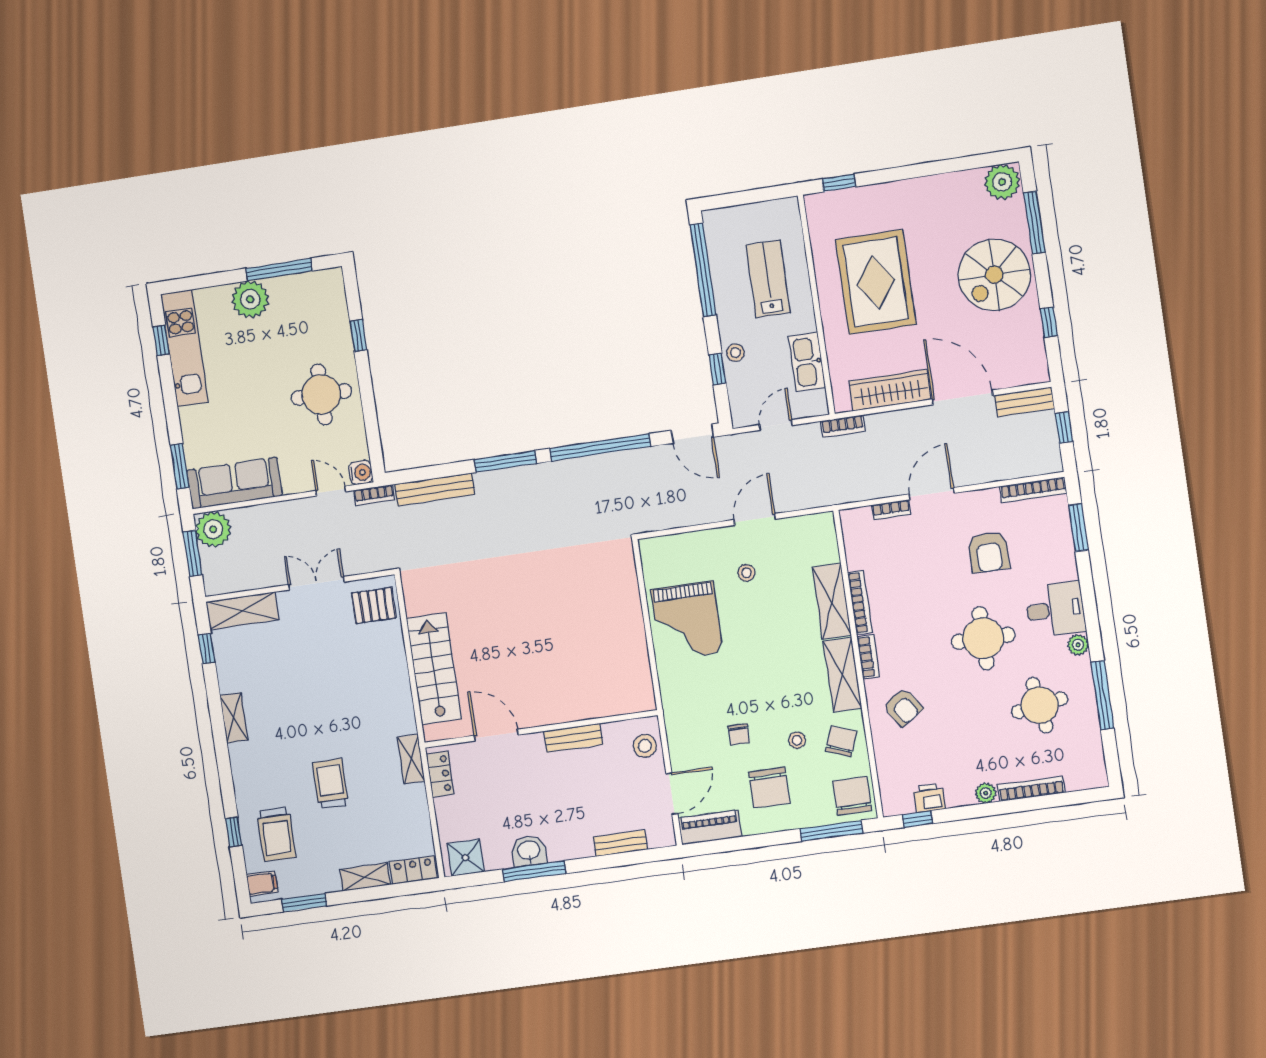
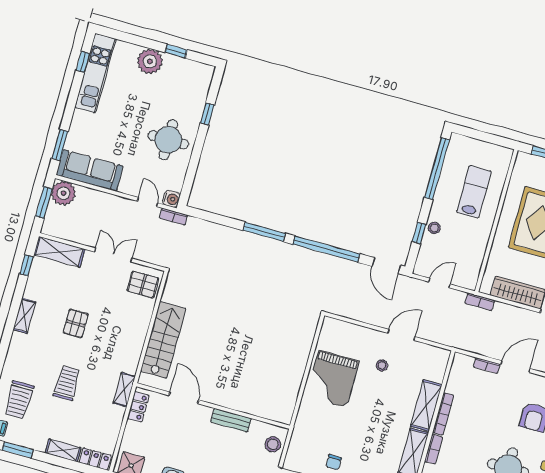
window: (279, 270) -> (176, 51), width x0.46
kitchen sink: (807, 362) -> (475, 253), removed
bench: (435, 489) -> (213, 230), removed
pallet: (307, 698) -> (76, 323), added

